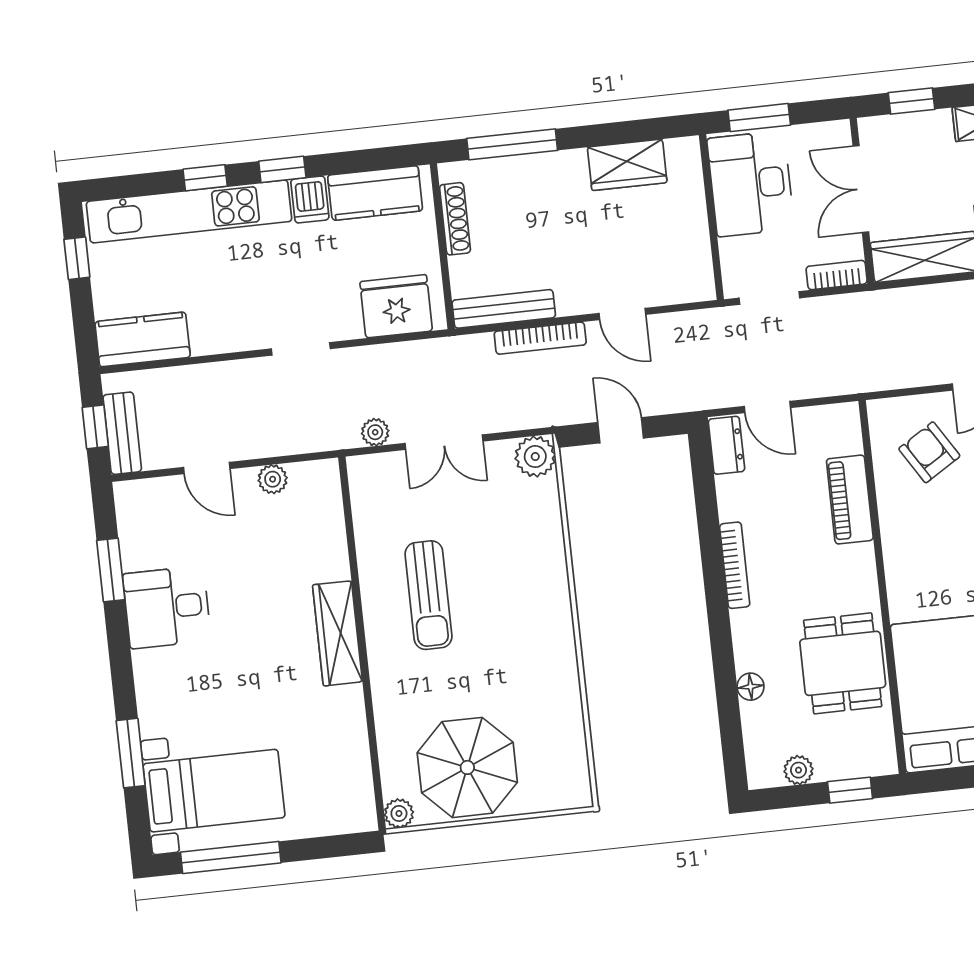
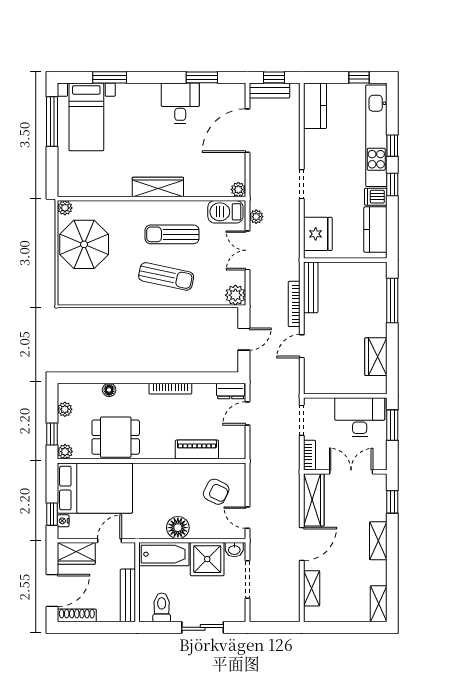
shoe rack: (455, 219) -> (358, 268), removed
armchair: (929, 452) -> (216, 492), turned 58
door: (207, 468) -> (247, 131), width x1.87
plant: (273, 479) -> (238, 189), moved
barbecue: (372, 494) -> (225, 212), added
sun lounger: (513, 598) -> (166, 276), added
plant: (882, 761) -> (65, 452), added

